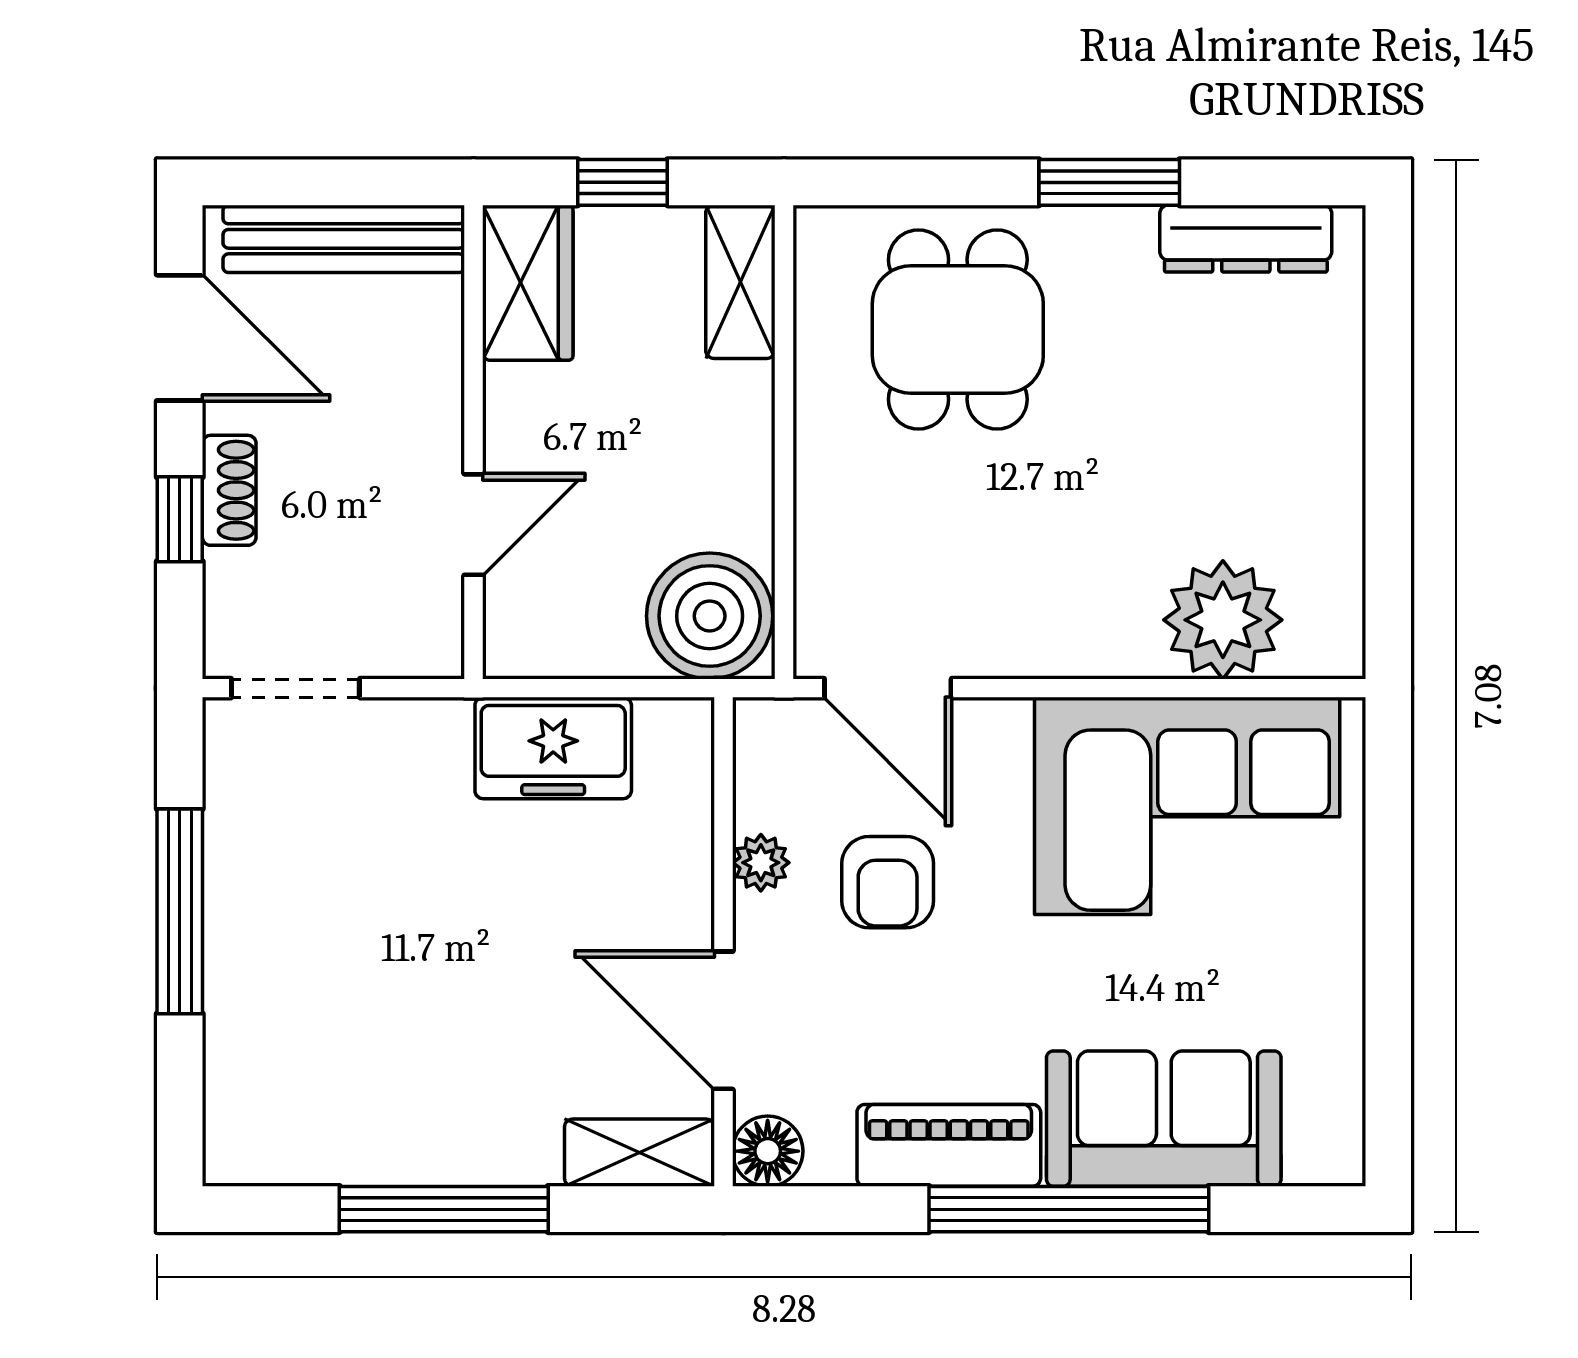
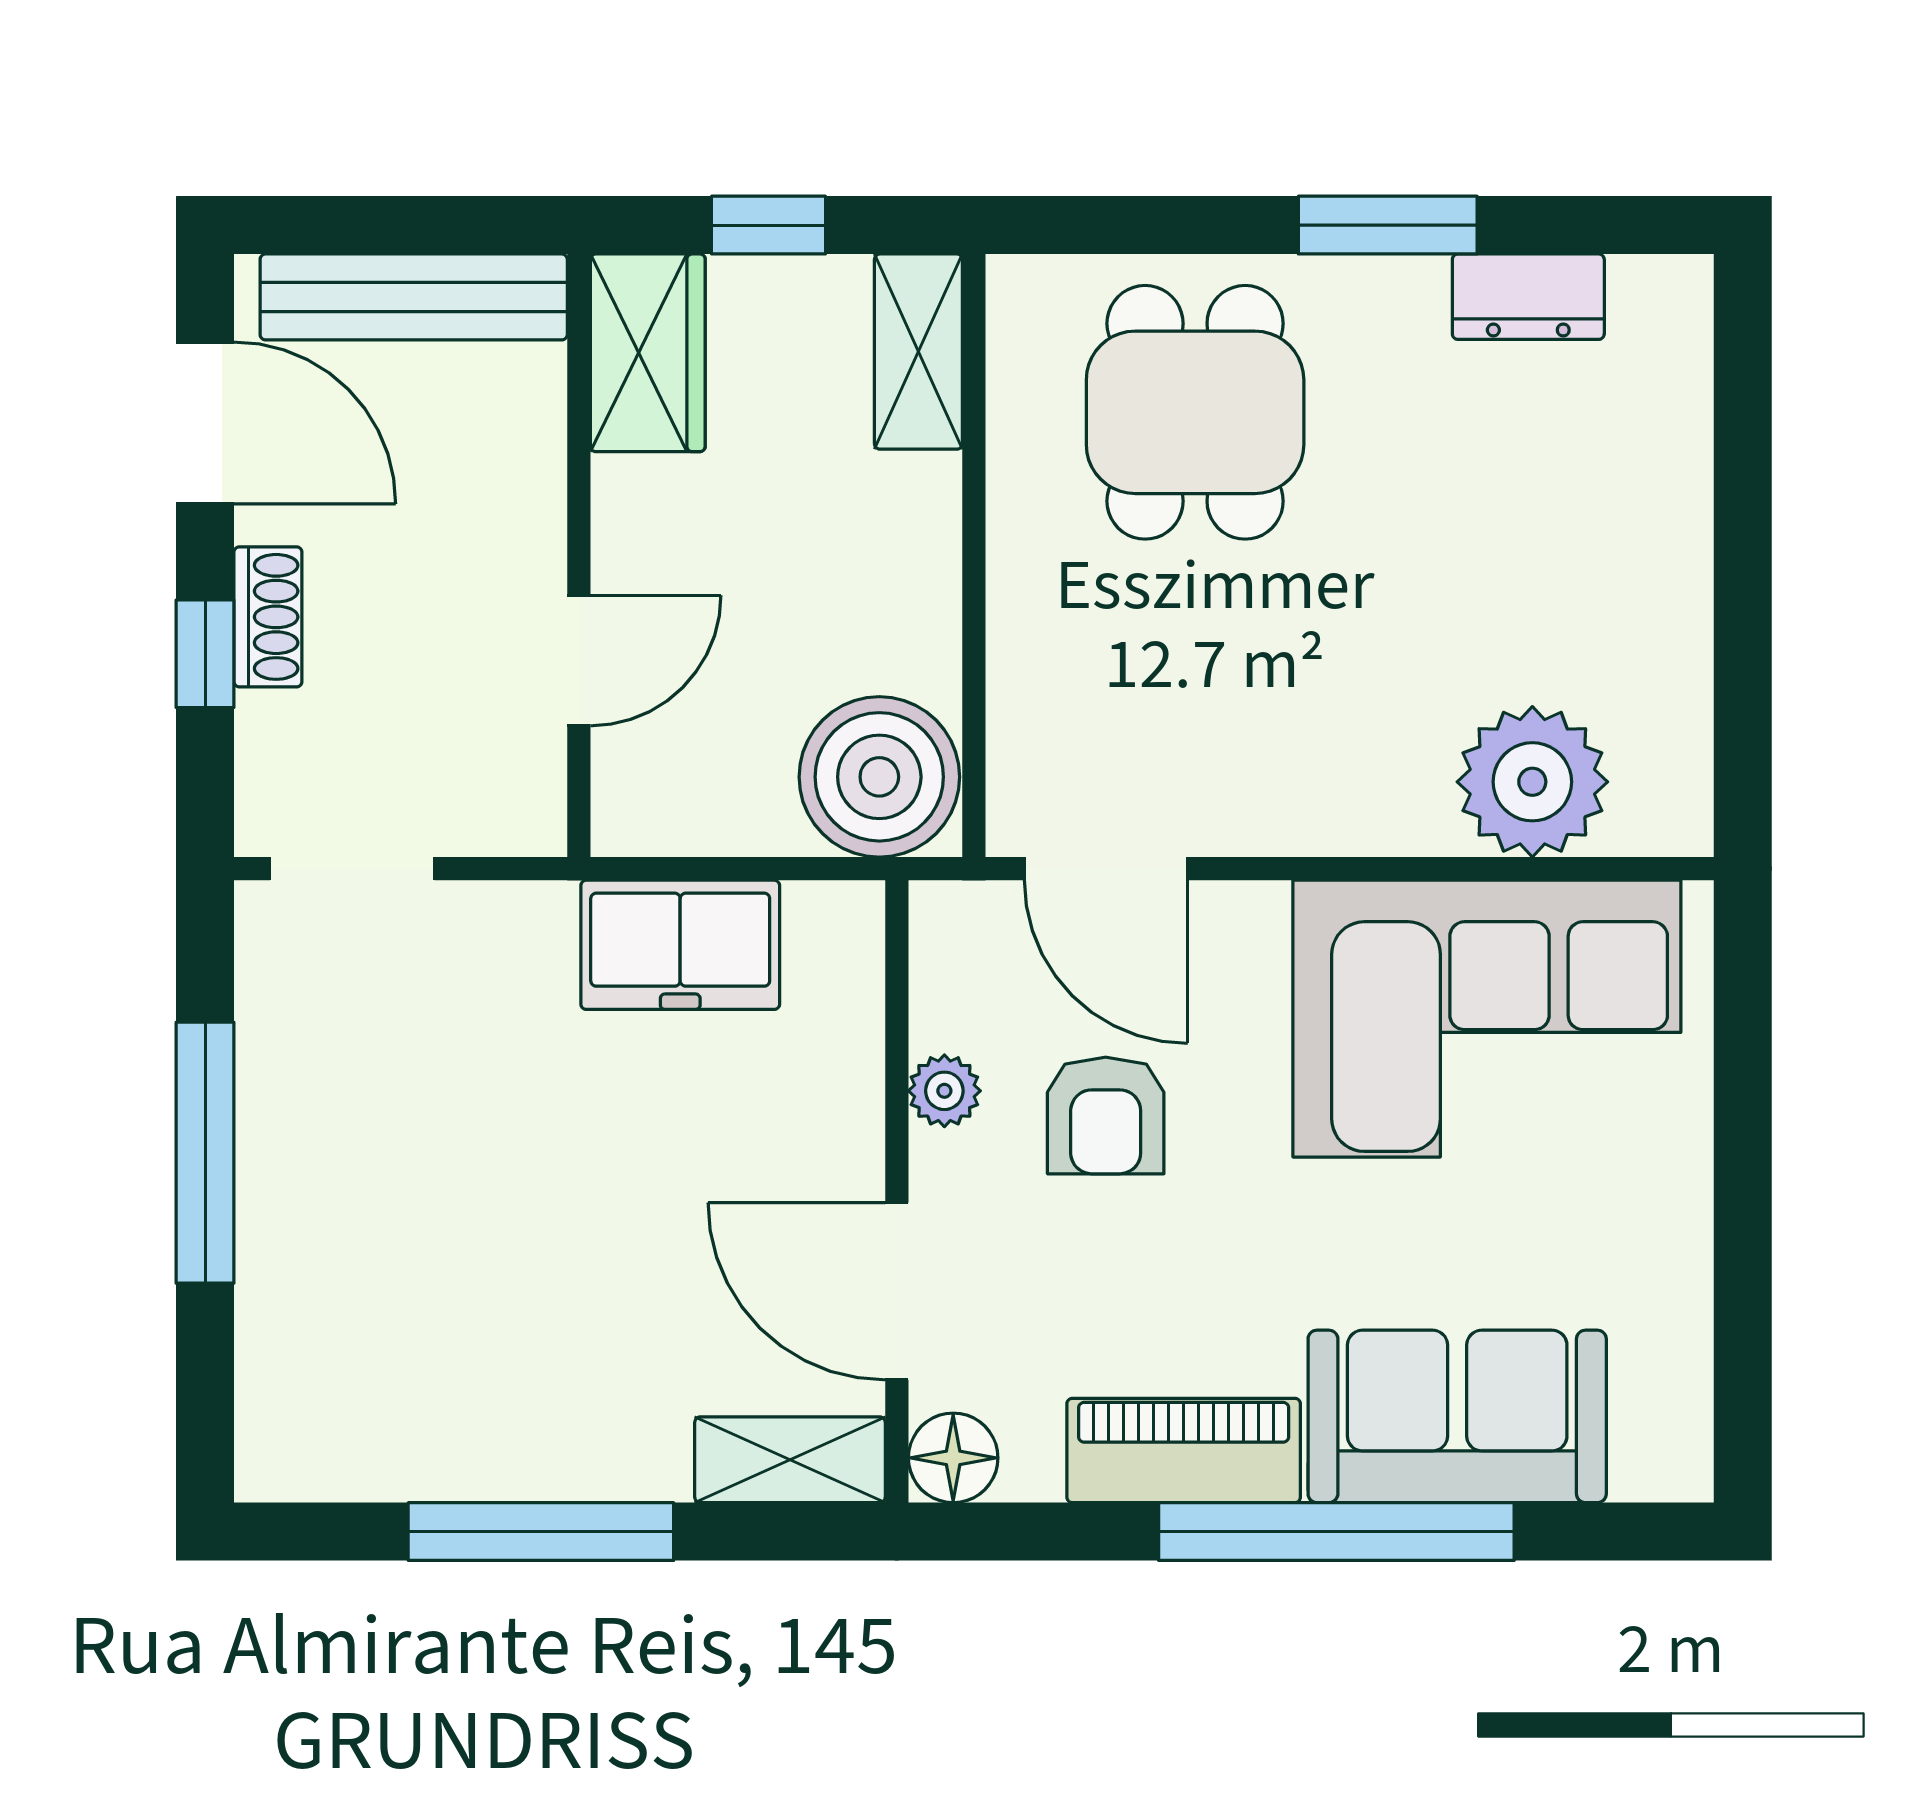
dresser: (1246, 239) -> (1528, 297), width x0.70

